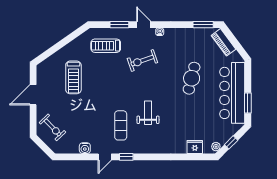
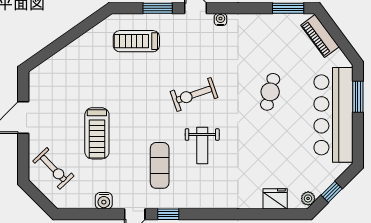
exercise bike: (142, 61) -> (194, 95), moved
treadmill: (73, 77) -> (97, 133), moved
cafe table: (192, 78) -> (270, 92), width x0.73, depth x0.74
window: (248, 103) -> (358, 97), moved
weight bench: (148, 113) -> (202, 146), turned 180

